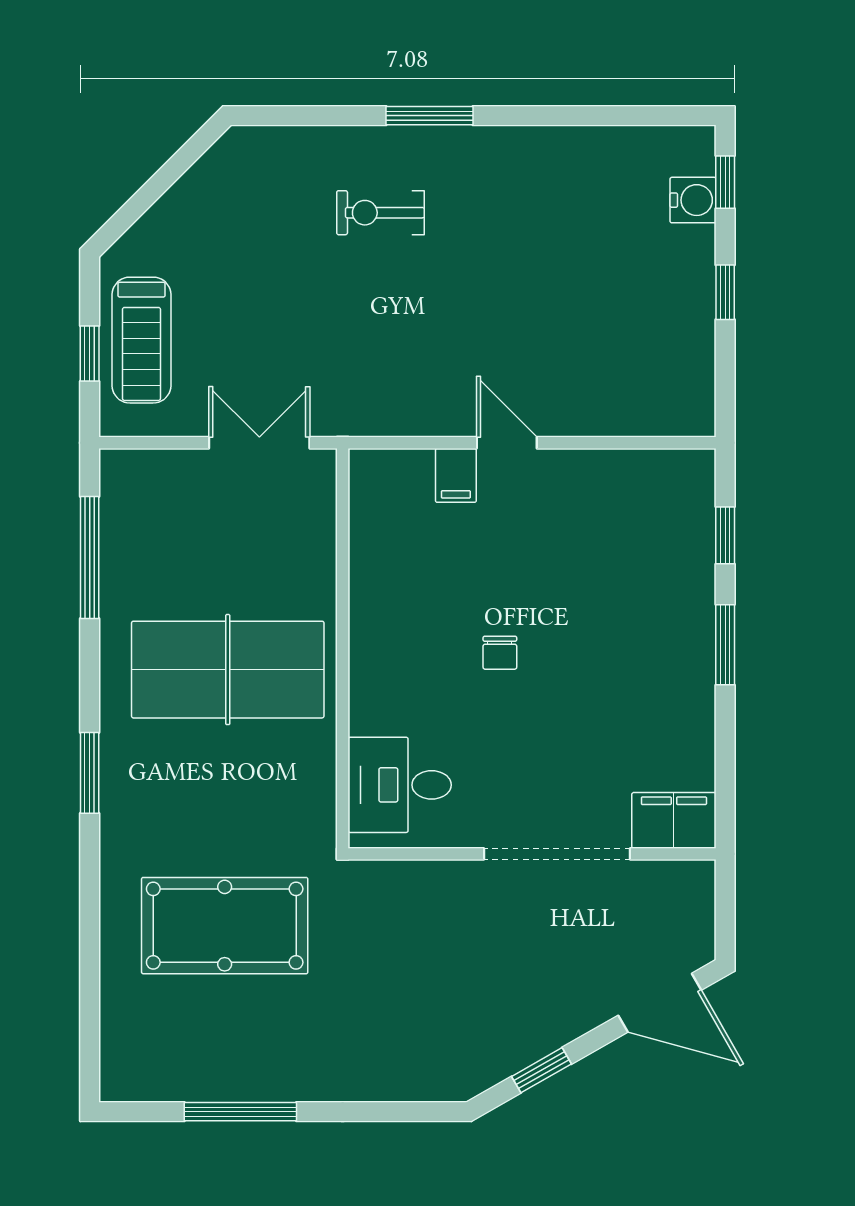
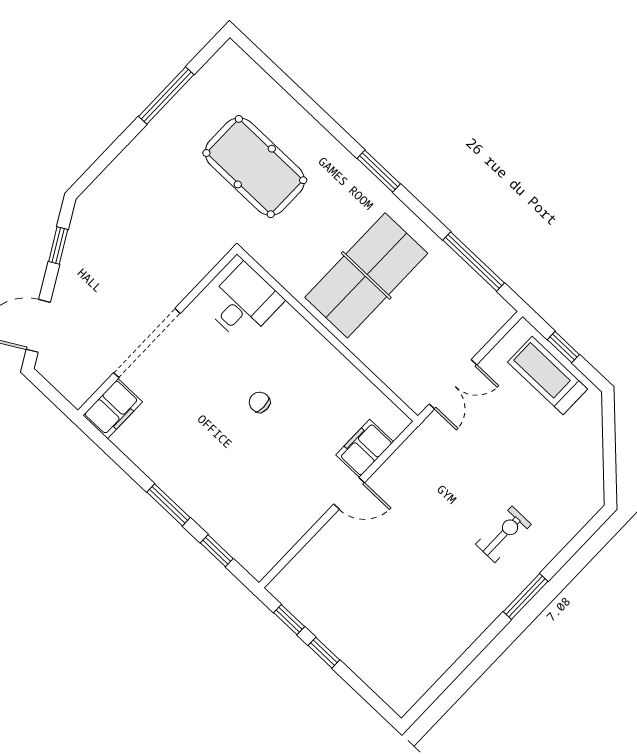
window: (725, 182) -> (289, 620), moved
water cooler: (693, 200) -> (378, 677), removed
filing cabinet: (456, 475) -> (365, 448), width x2.00
pool table: (225, 926) -> (255, 167), turned 90

